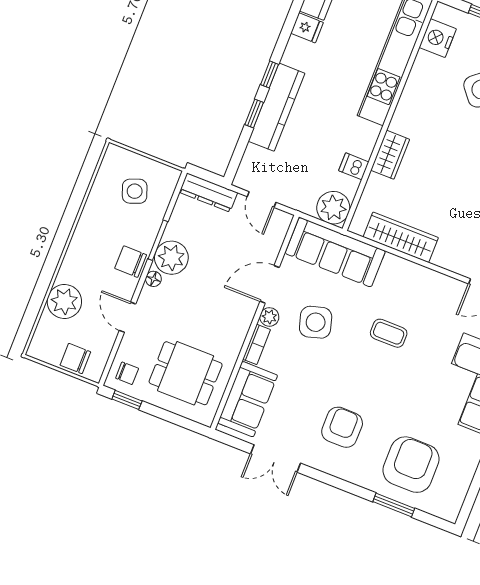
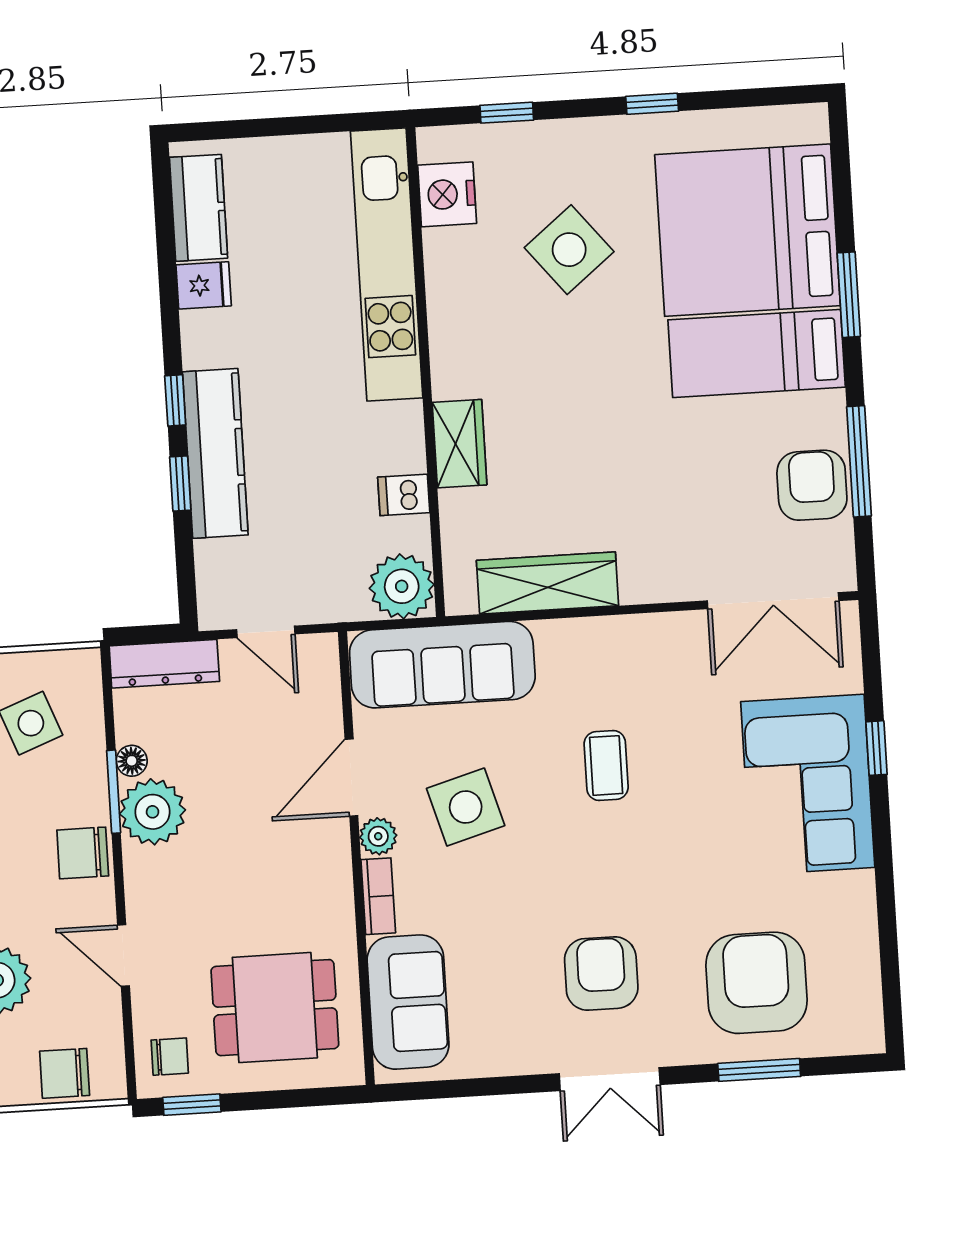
floor lamp: (153, 279) -> (132, 761), moved
coffee table: (389, 333) -> (606, 765), turned 90
double door: (276, 458) -> (610, 1079), moved

